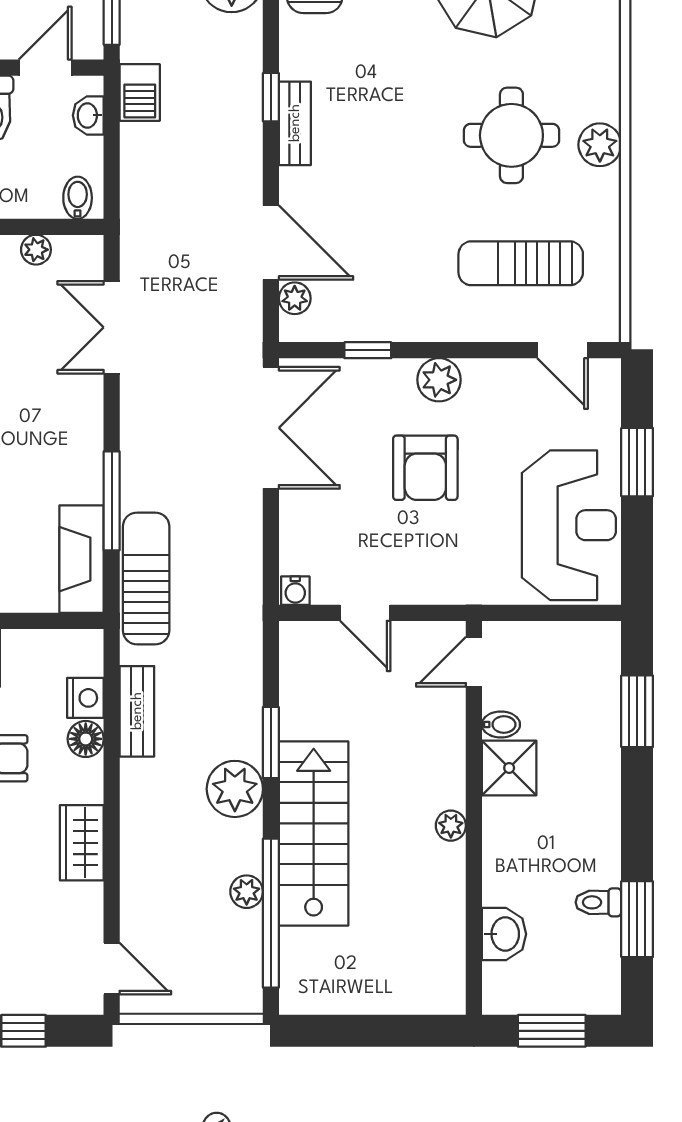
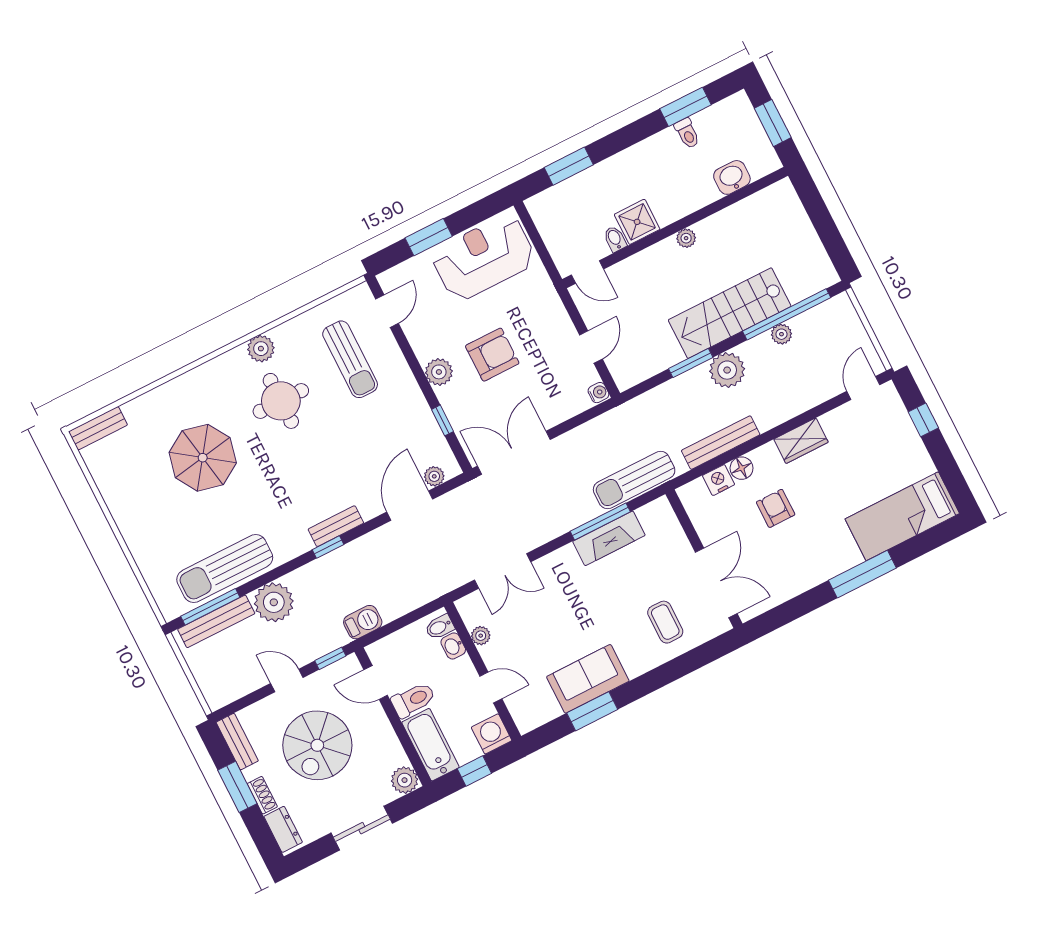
washbasin: (88, 115) -> (453, 646), moved, turned 90
fireplace: (82, 559) -> (609, 538), moved
bench: (137, 711) -> (721, 443), width x1.36

